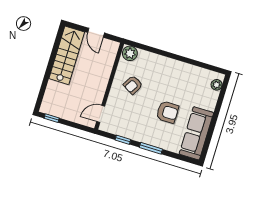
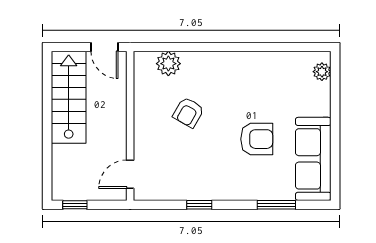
wall: (109, 86) -> (130, 126), moved
door: (101, 114) -> (130, 174), moved
window: (151, 148) -> (276, 205), moved

